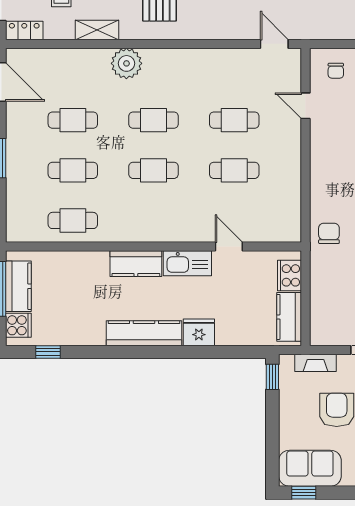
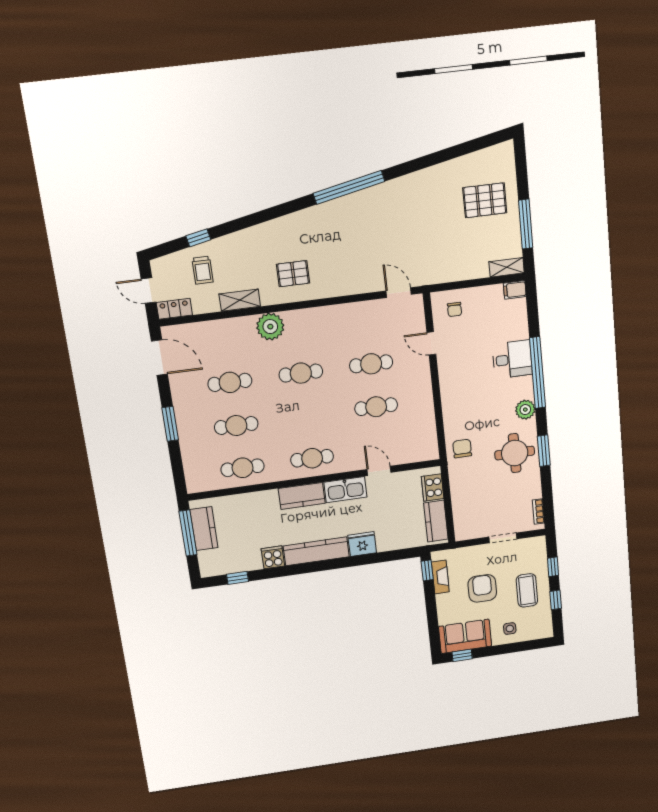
cafe table: (154, 170) -> (312, 458), moved
cooker: (18, 325) -> (273, 557), moved, turned -90
fireplace: (315, 363) -> (440, 577), moved, turned -90

